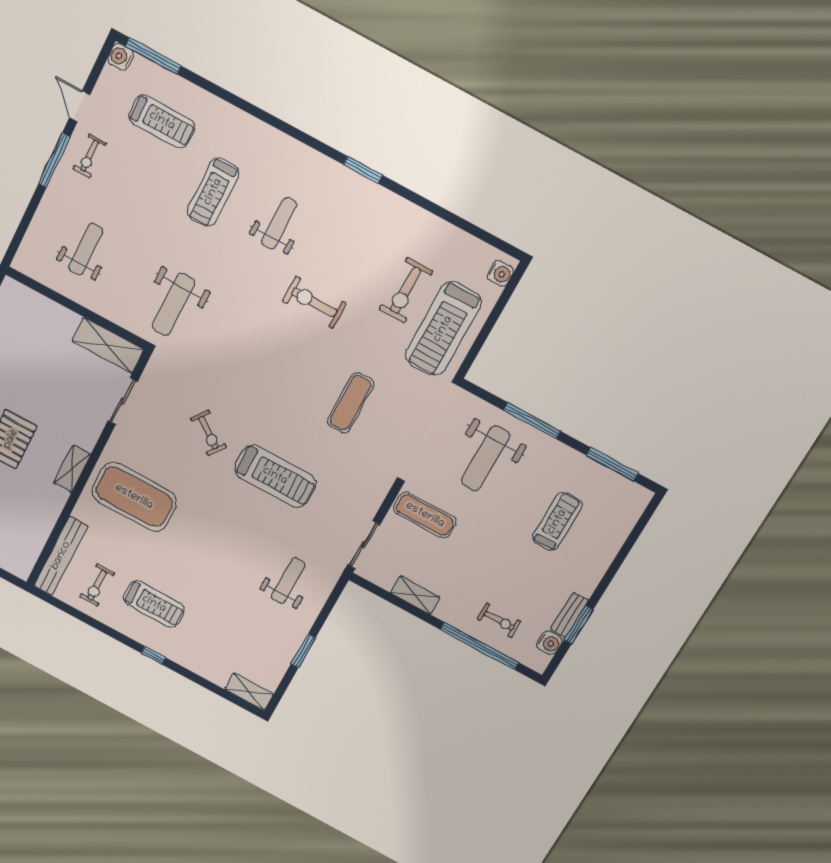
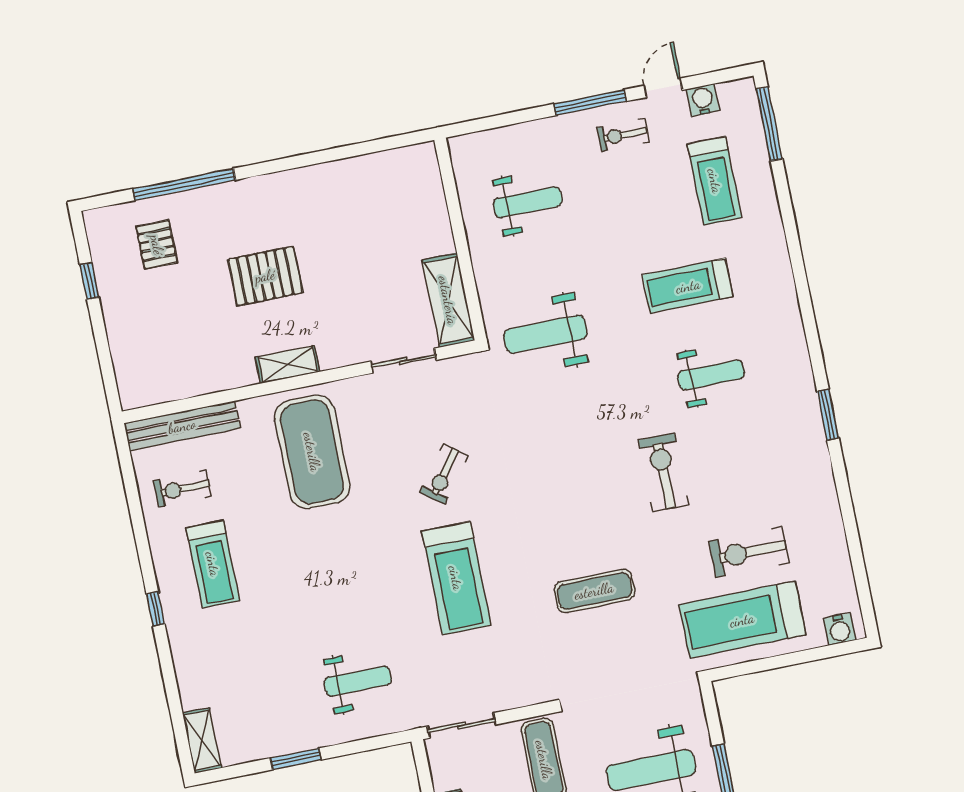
water cooler: (121, 57) -> (703, 100), moved

